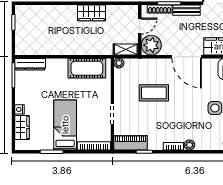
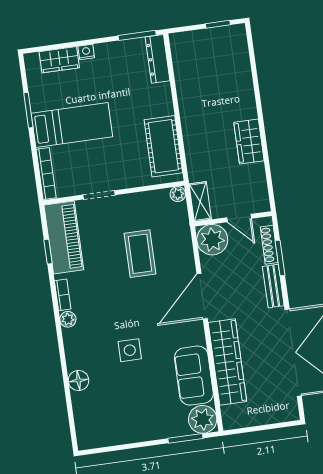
piano: (131, 143) -> (64, 237), width x1.37, depth x1.33

